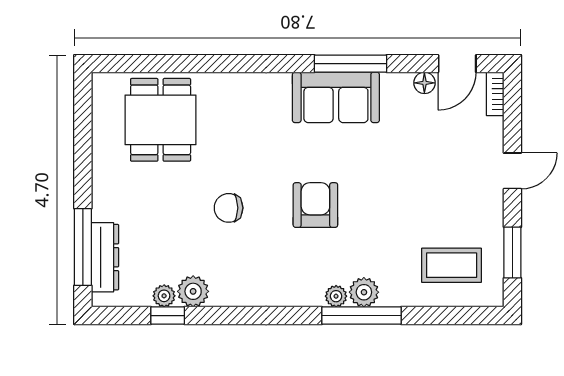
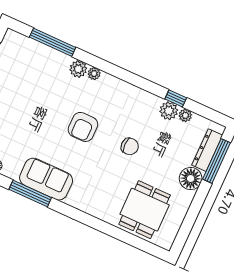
floor lamp: (111, 201) -> (191, 179), added
coffee table: (452, 265) -> (25, 62), removed
window: (168, 316) -> (176, 98), moved
window: (361, 316) -> (53, 42), moved

